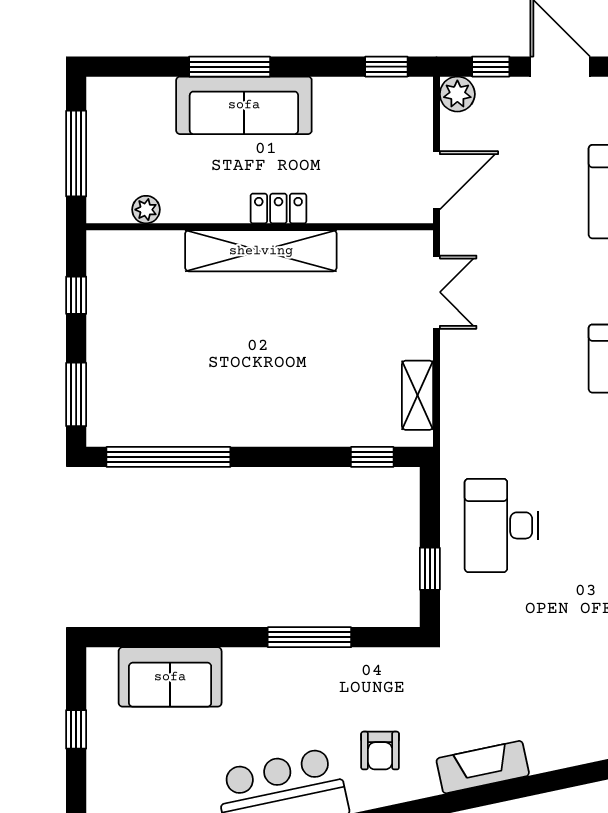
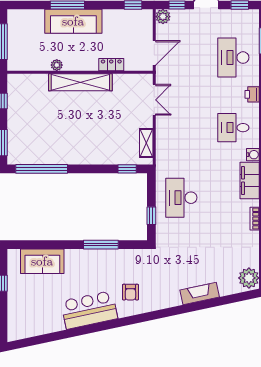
locker: (278, 208) -> (111, 65), moved
plant: (146, 210) -> (57, 65), moved
fireplace: (483, 767) -> (200, 294), moved

